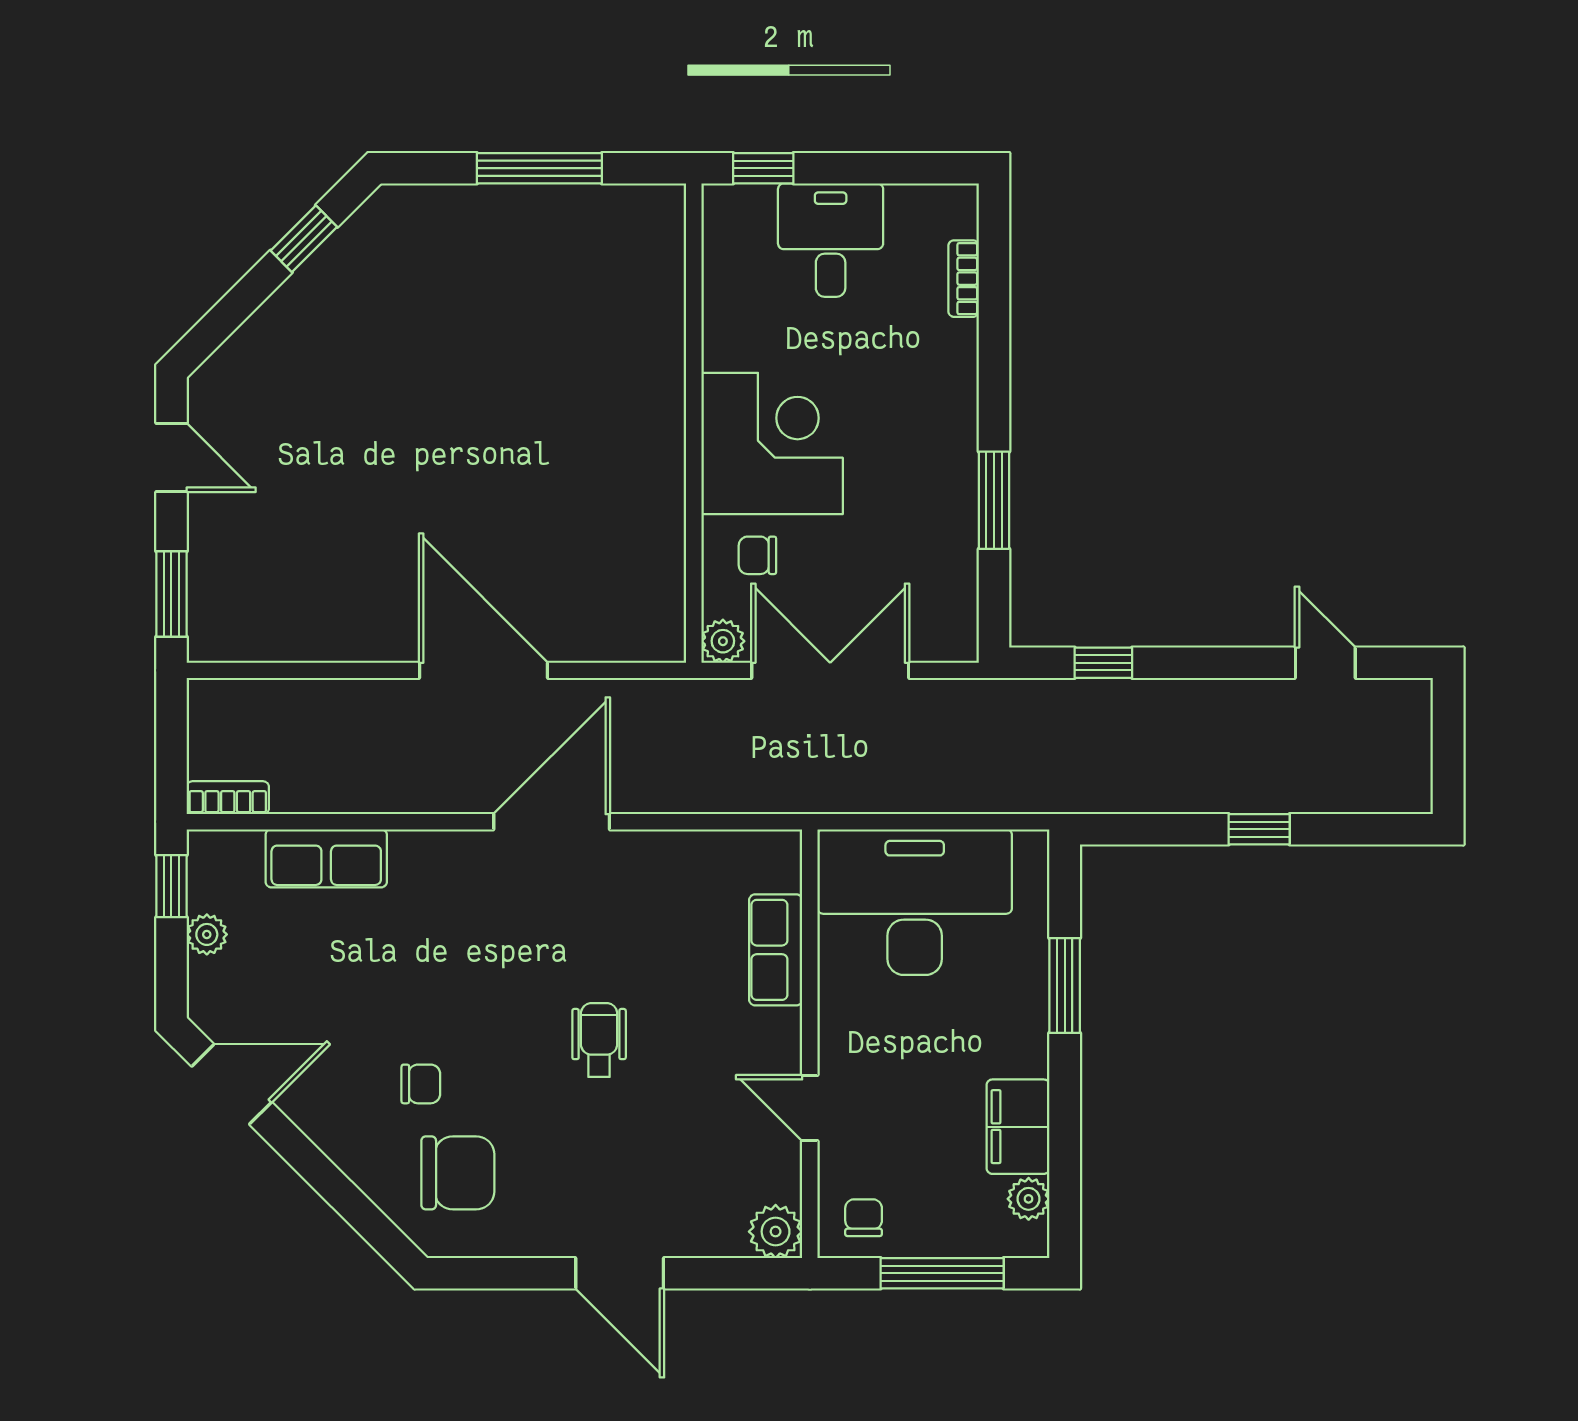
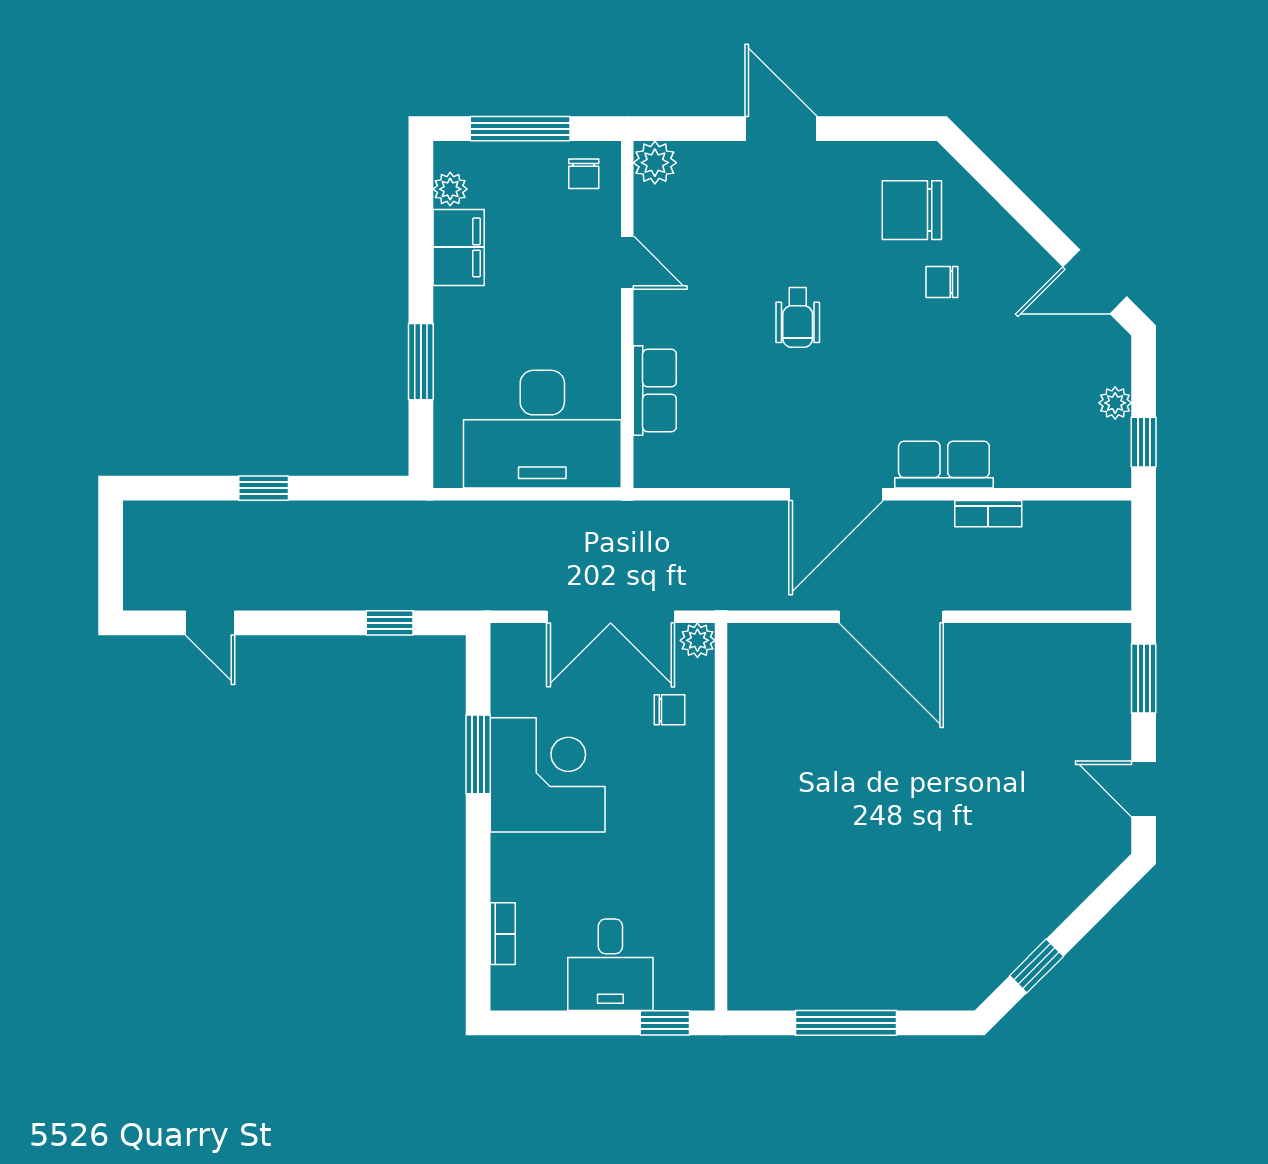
corner desk: (772, 443) -> (548, 775), moved, turned 180
bookcase: (228, 798) -> (988, 514), moved
row of seats: (326, 858) -> (944, 465), moved

